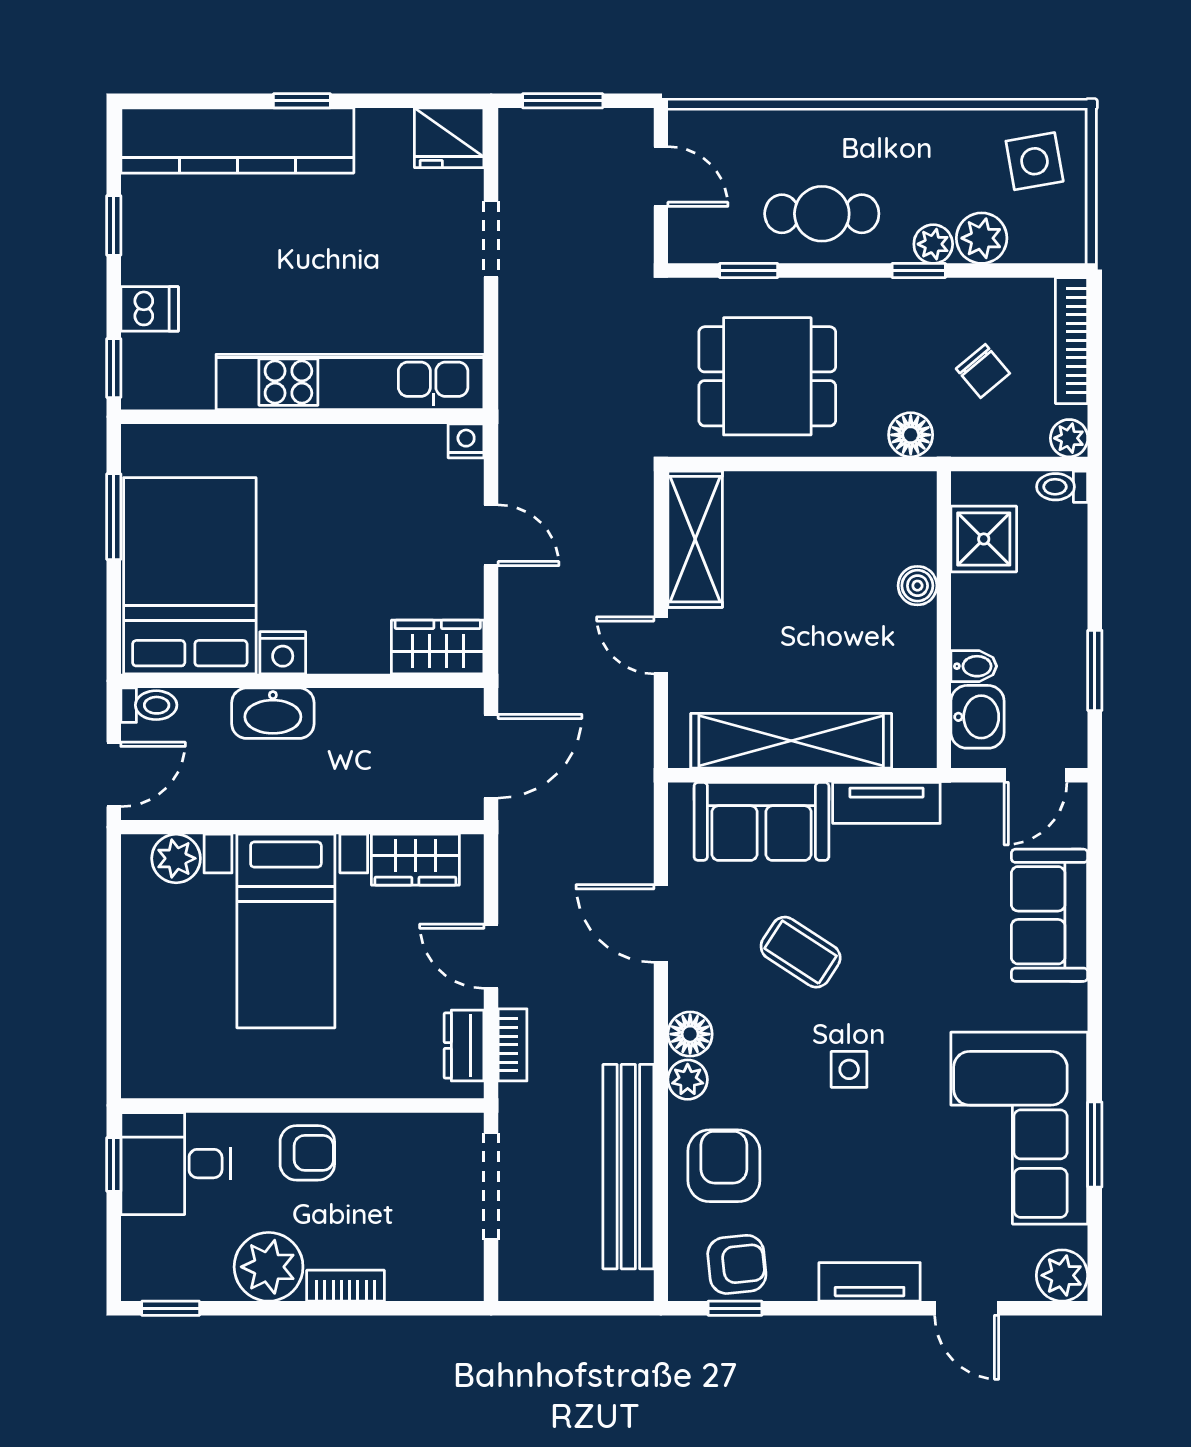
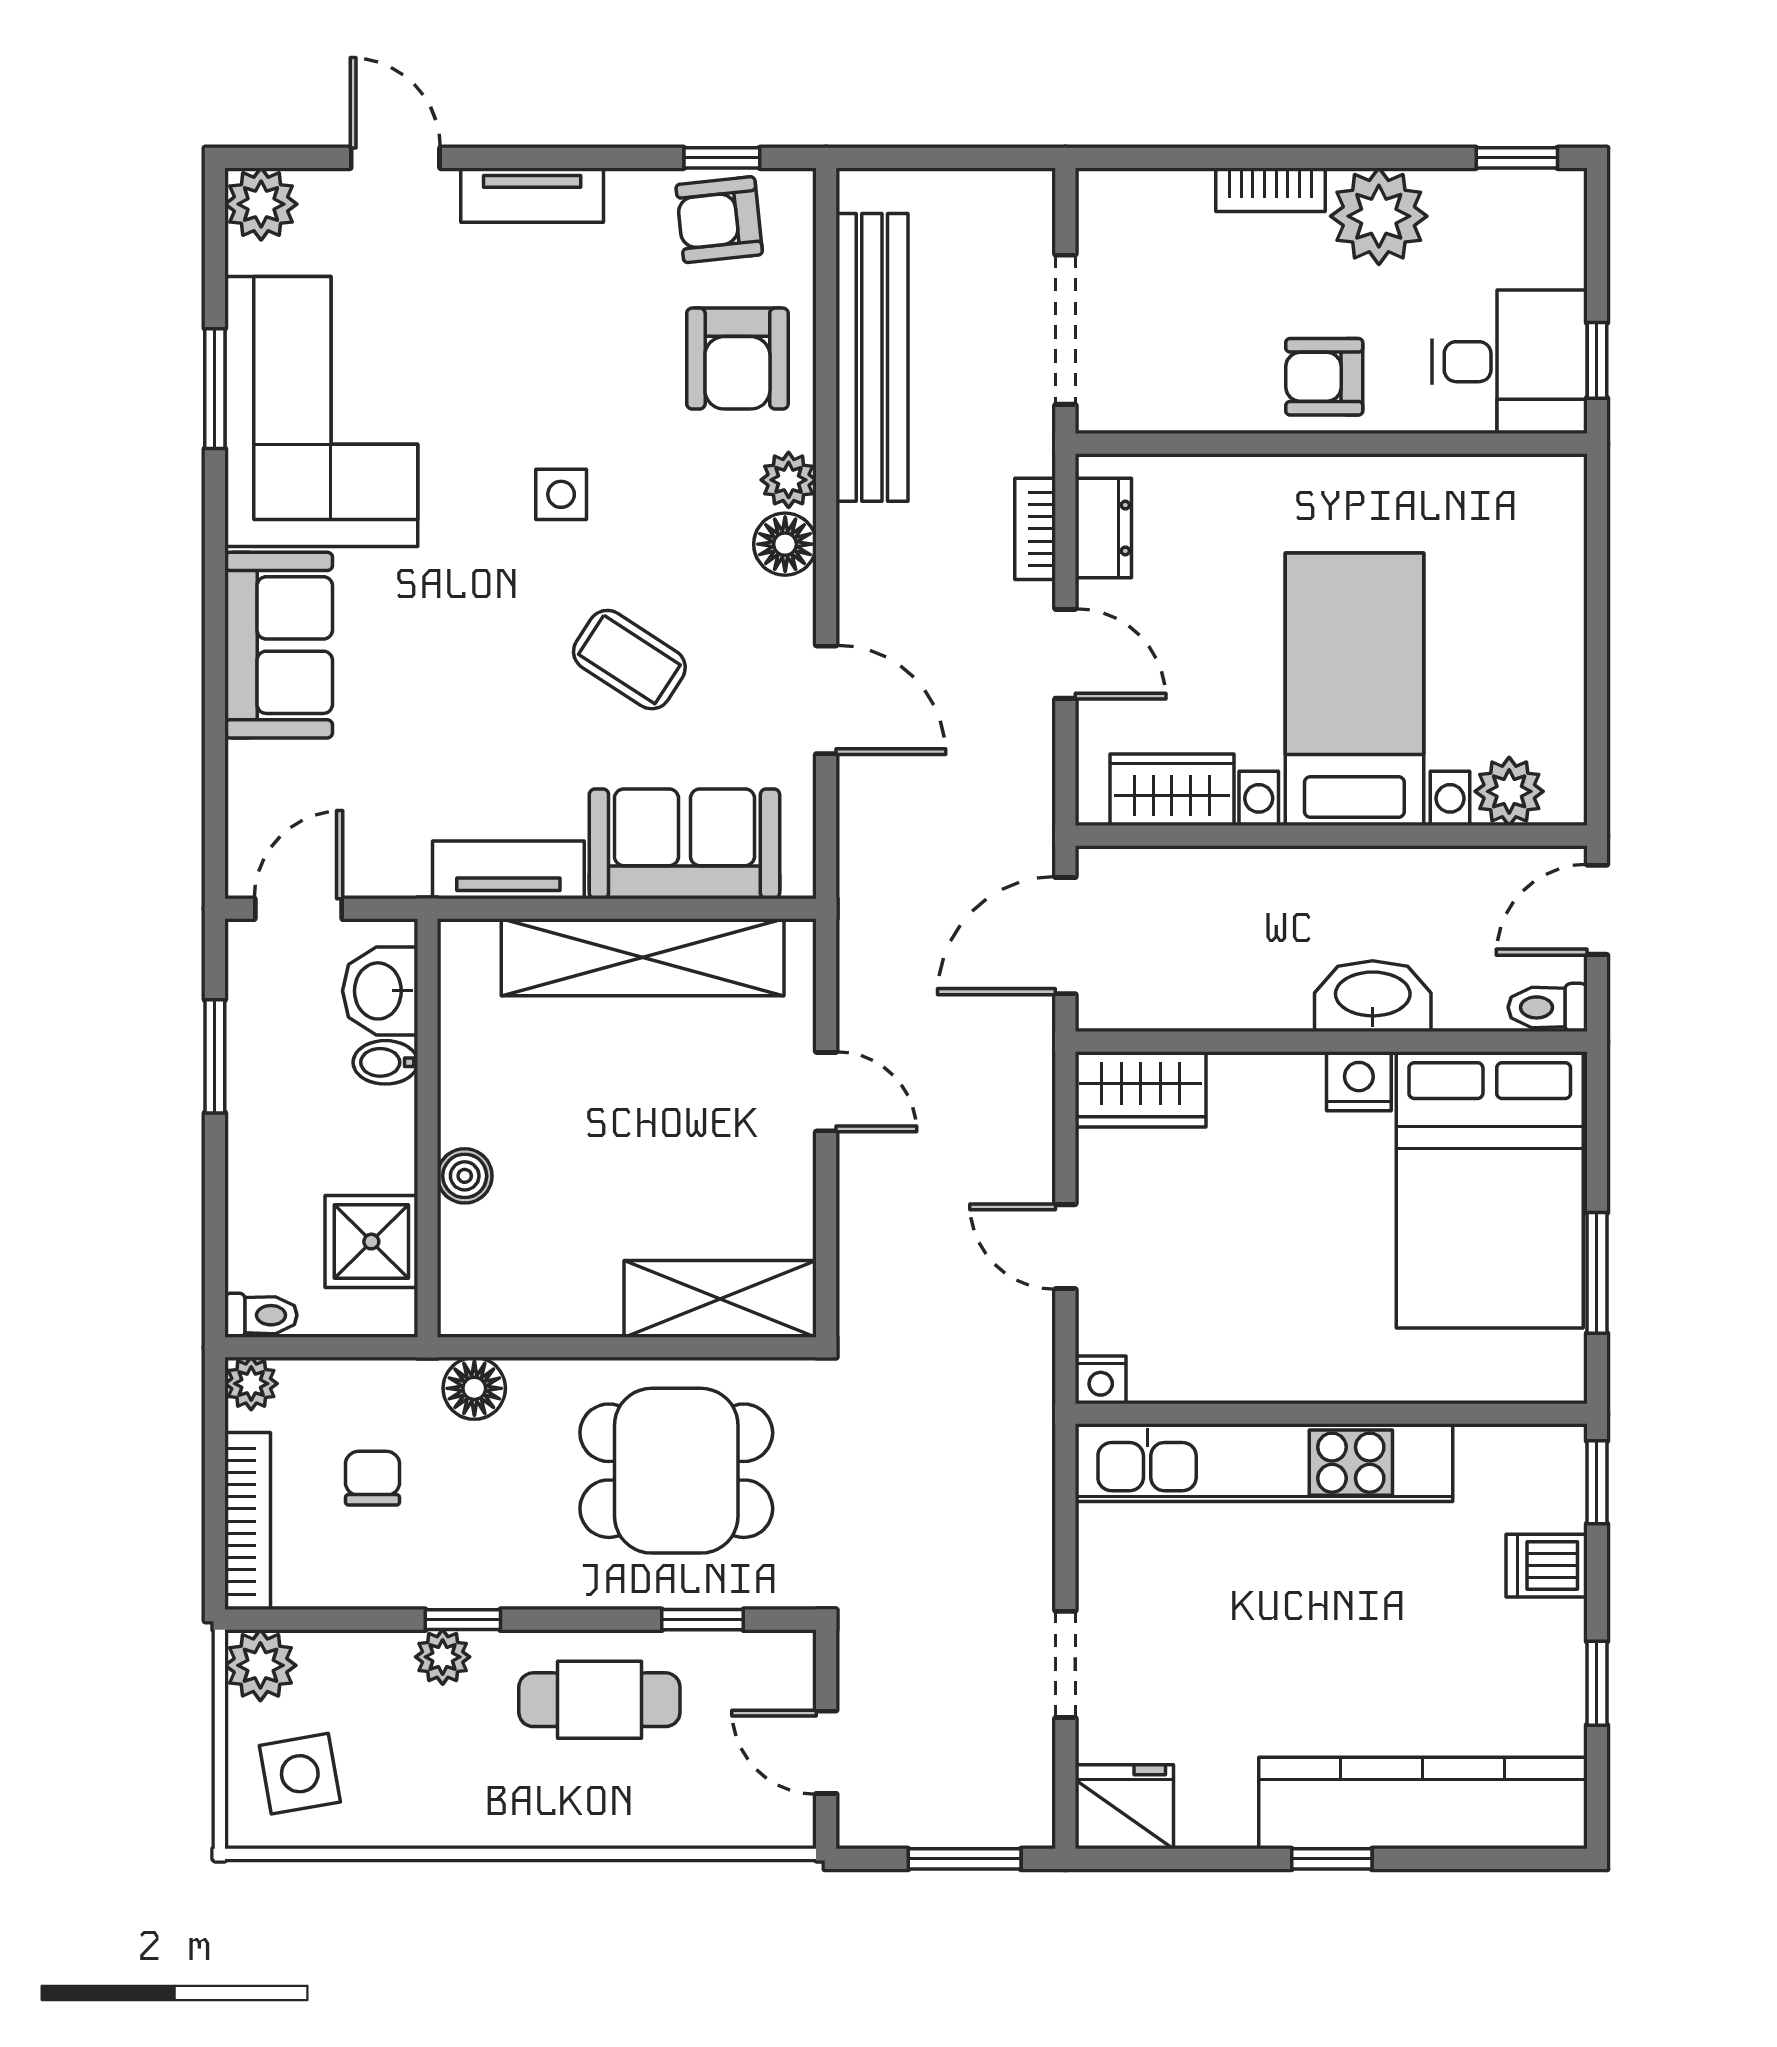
plant: (982, 238) -> (260, 1665), moved
chair: (983, 371) -> (372, 1478), turned 40
shelving: (695, 539) -> (720, 1299), moved, turned 90
sofa: (1050, 915) -> (279, 645), moved

